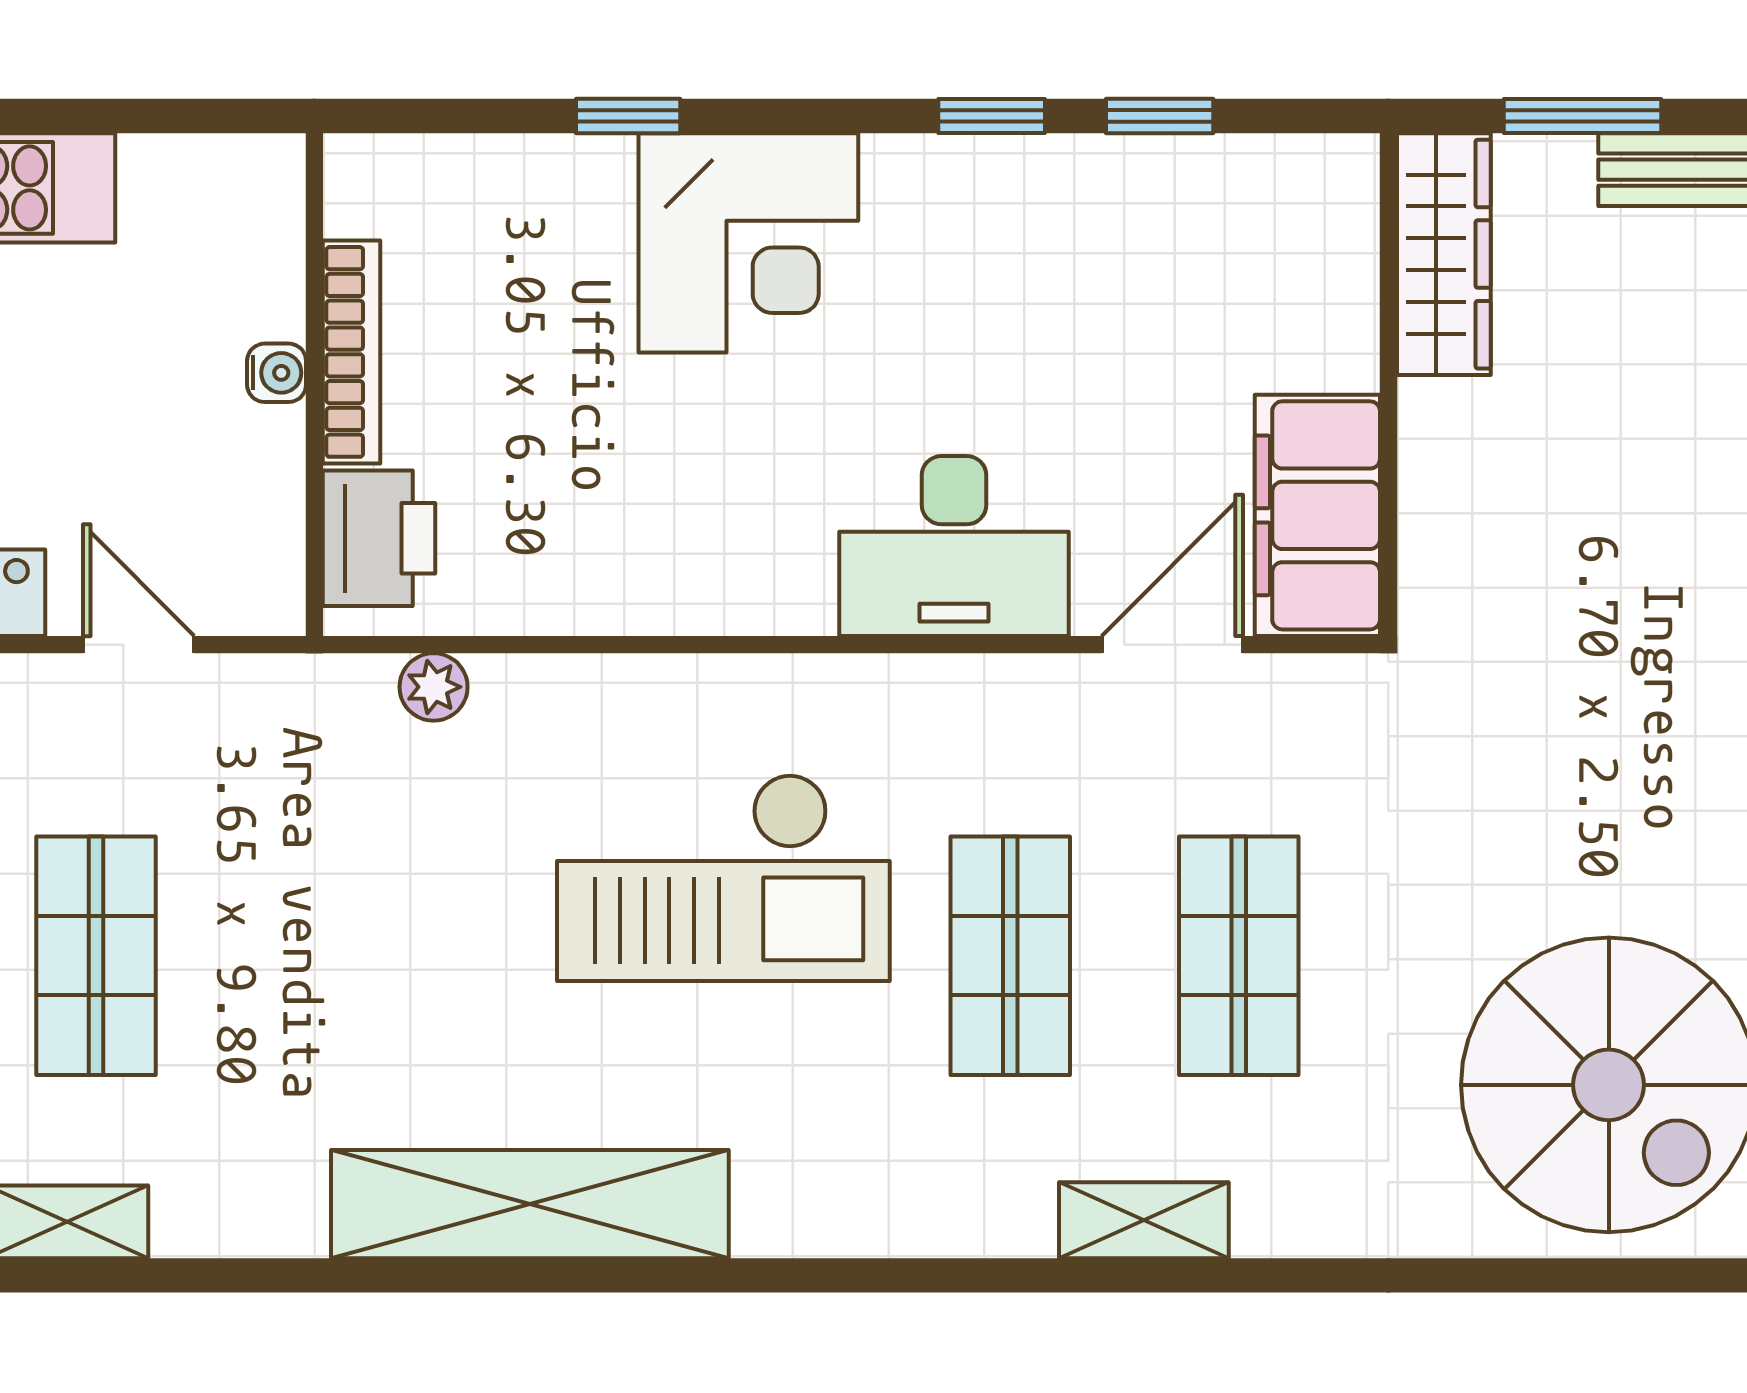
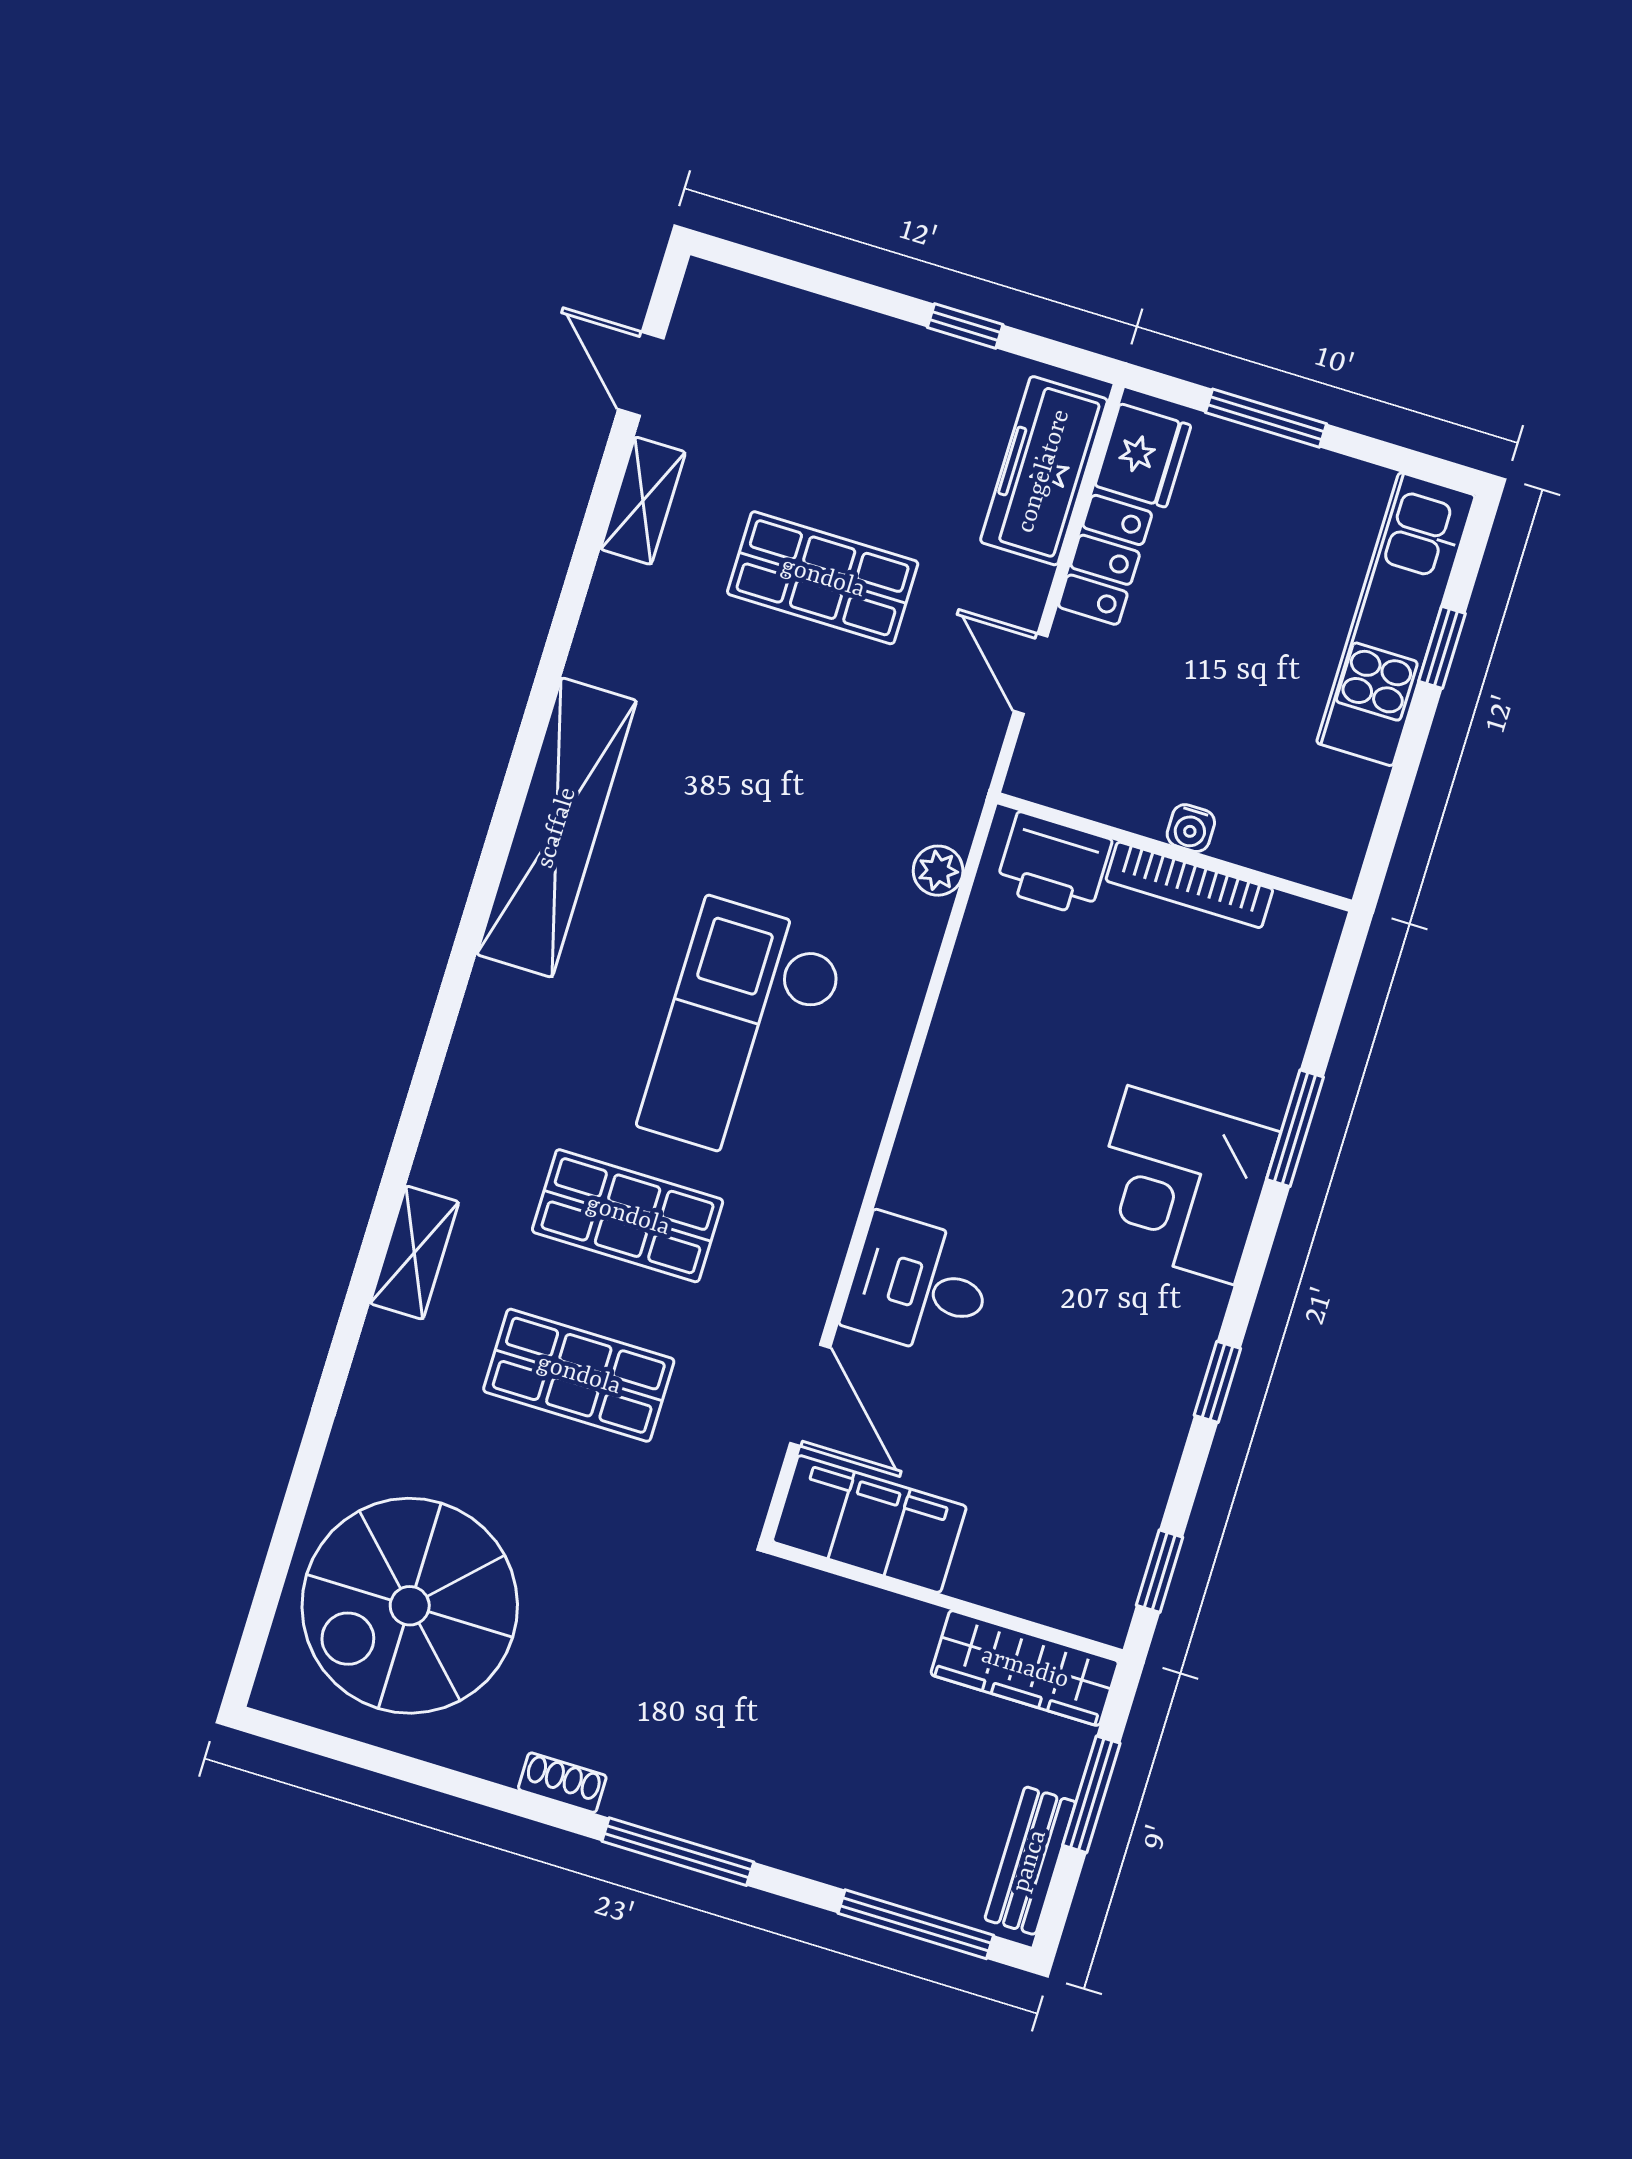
window: (628, 116) -> (1295, 1128), width x1.50
window: (1160, 116) -> (1160, 1571), moved
desk: (954, 546) -> (919, 1286), width x0.73
door: (139, 645) -> (1031, 674), swing flipped

